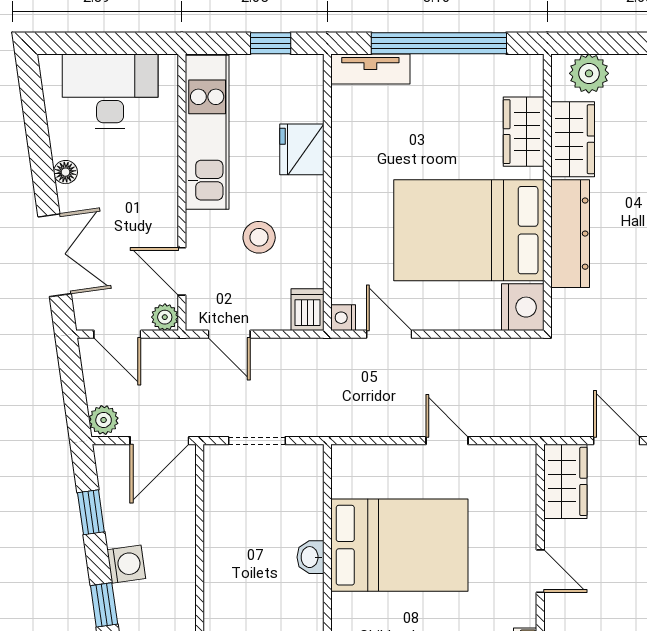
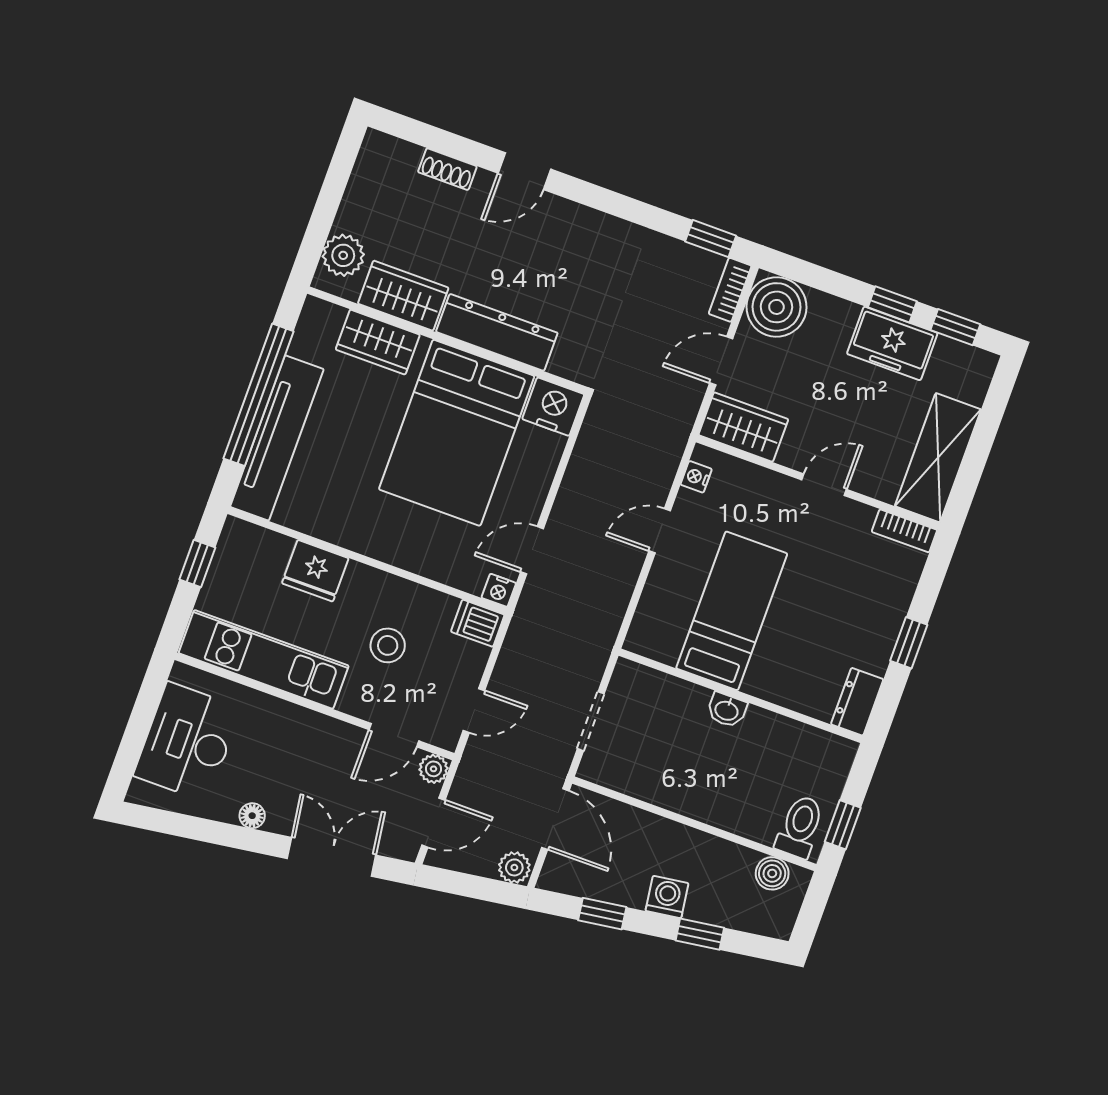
tv unit: (370, 69) -> (277, 438), width x1.92, depth x1.29
nightstand: (506, 456) -> (696, 477), added
bed: (399, 545) -> (732, 611), width x0.67

